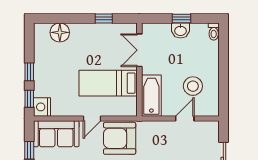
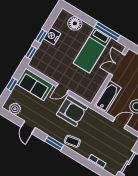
window: (104, 19) -> (107, 31), width x2.17
bed: (108, 83) -> (92, 50), moved, turned -90
nightstand: (42, 107) -> (52, 36), moved
armchair: (120, 138) -> (72, 111), turned 180

